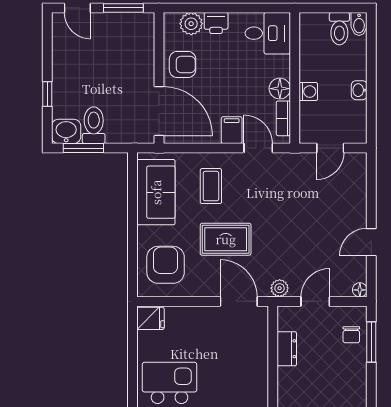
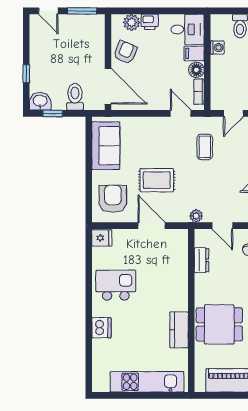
armchair: (183, 64) -> (125, 52), turned -67
washing machine: (308, 92) -> (217, 47), moved
toilet: (94, 125) -> (75, 97), moved
filing cabinet: (232, 130) -> (194, 53), moved, turned -90
window: (83, 148) -> (53, 113), width x0.67
coffee table: (211, 186) -> (205, 147), moved
door: (239, 301) -> (152, 226), moved
door: (315, 301) -> (222, 226), swing flipped

